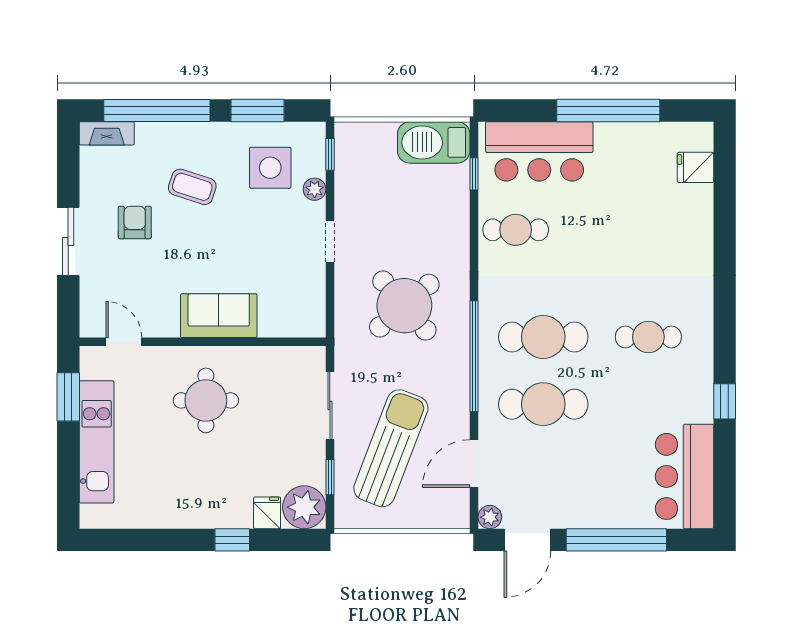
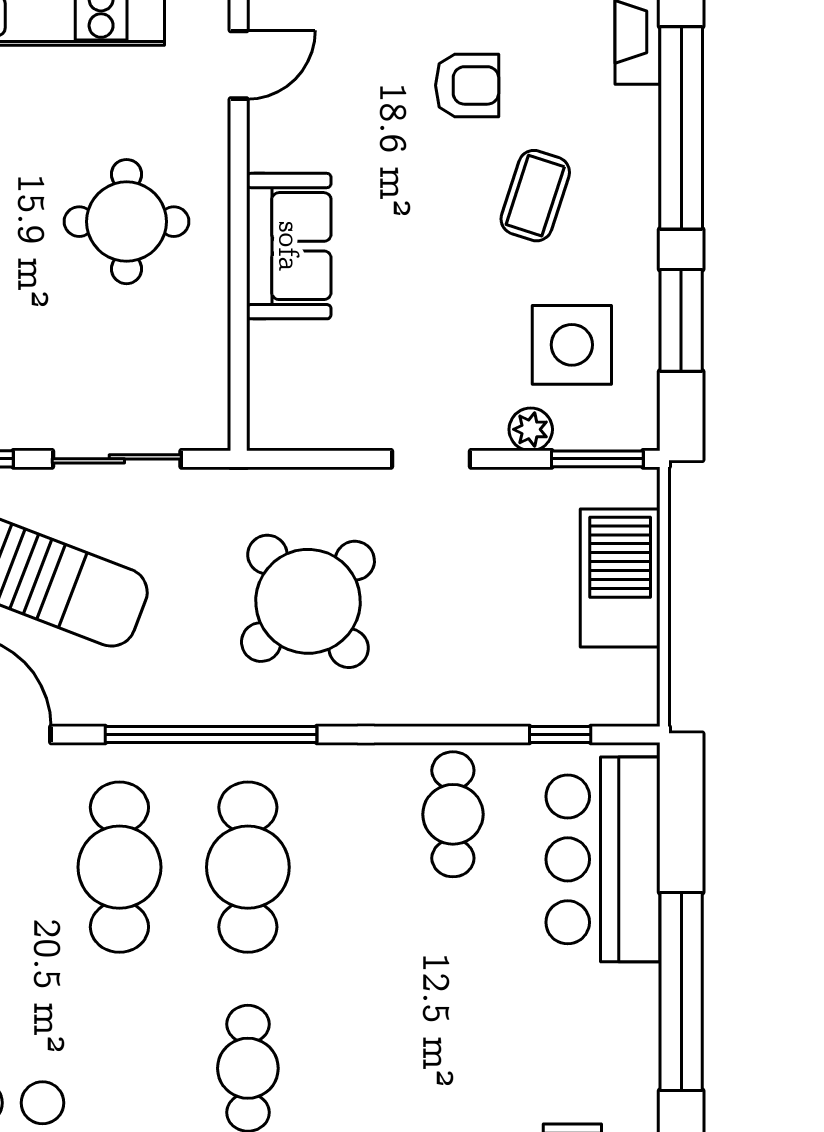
barbecue: (434, 142) -> (620, 578), moved
window: (330, 154) -> (597, 459), width x1.50

